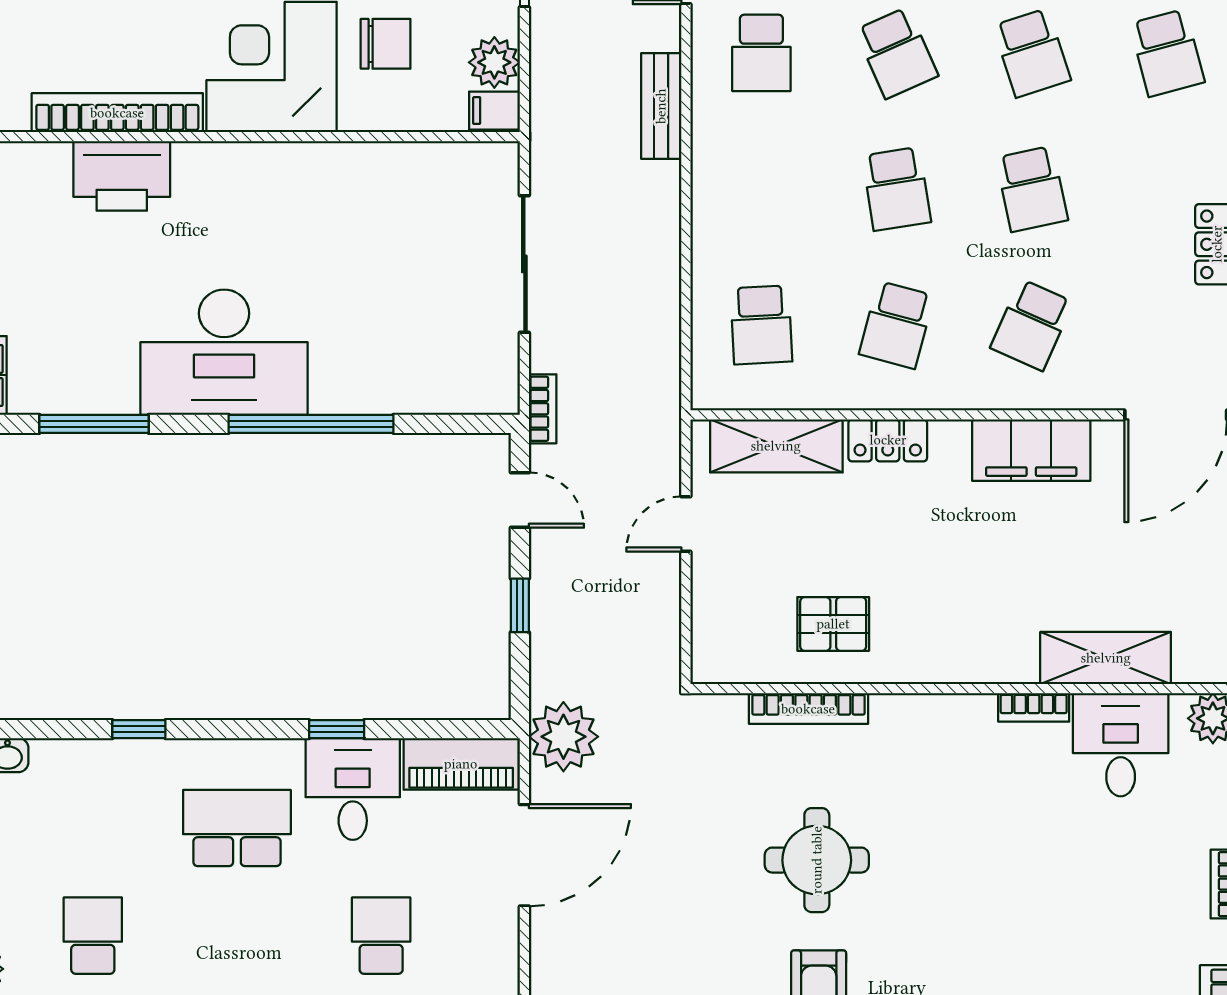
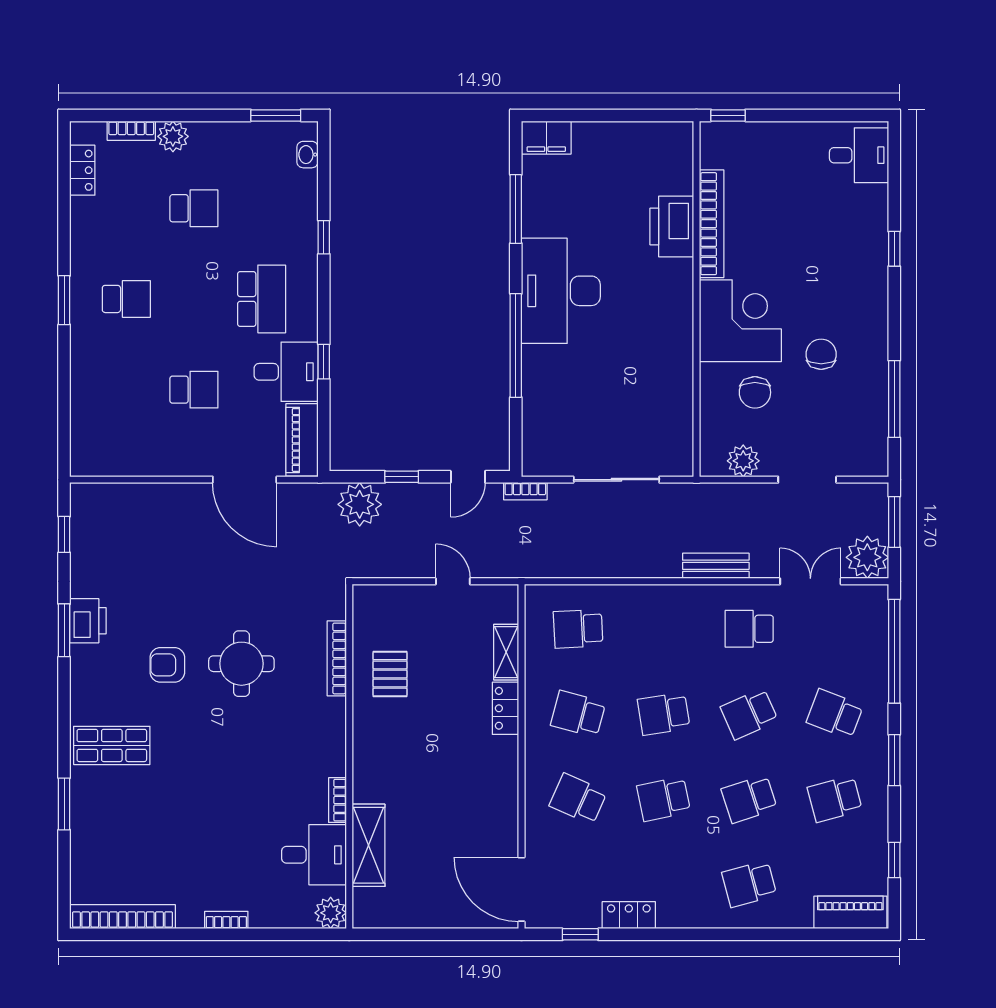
filing cabinet: (494, 111) -> (713, 461), removed
shelving: (776, 446) -> (506, 652), width x0.67, depth x0.75
filing cabinet: (1031, 450) -> (499, 799), removed
plant: (563, 737) -> (360, 504), moved

